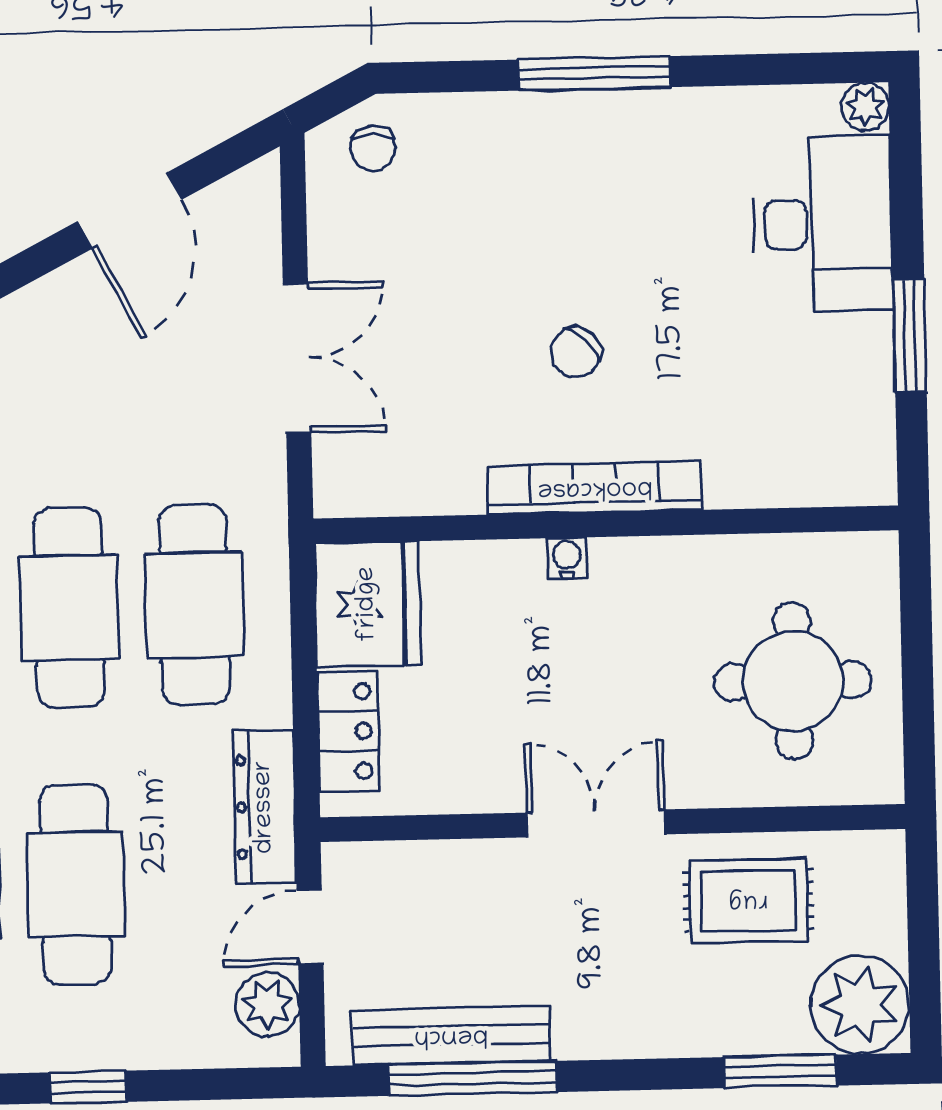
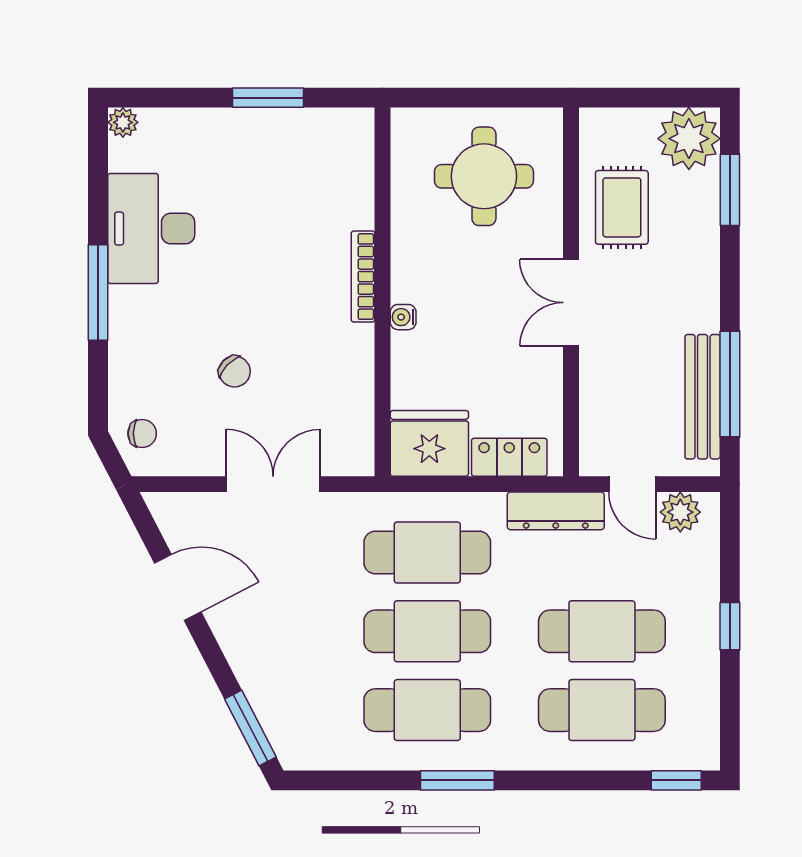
desk: (823, 224) -> (151, 229), moved, turned -90
chair: (575, 352) -> (235, 371), moved
bookcase: (595, 488) -> (363, 277), width x0.68, depth x0.76

